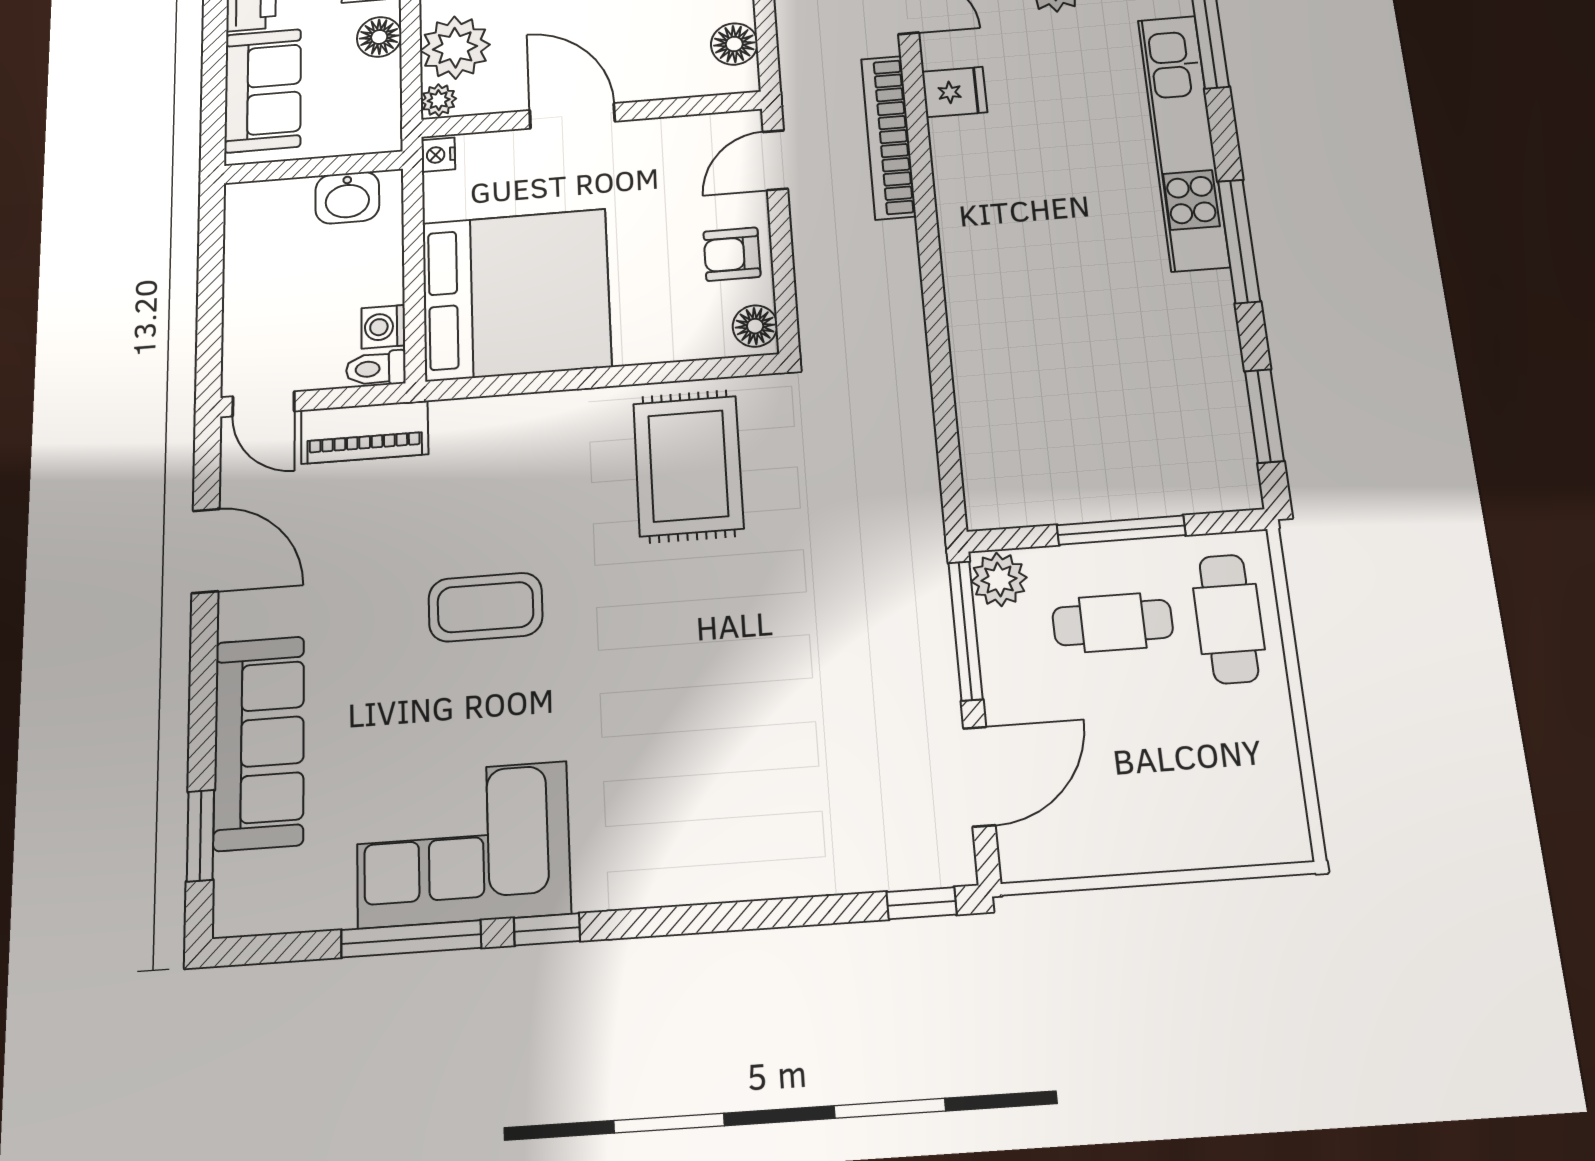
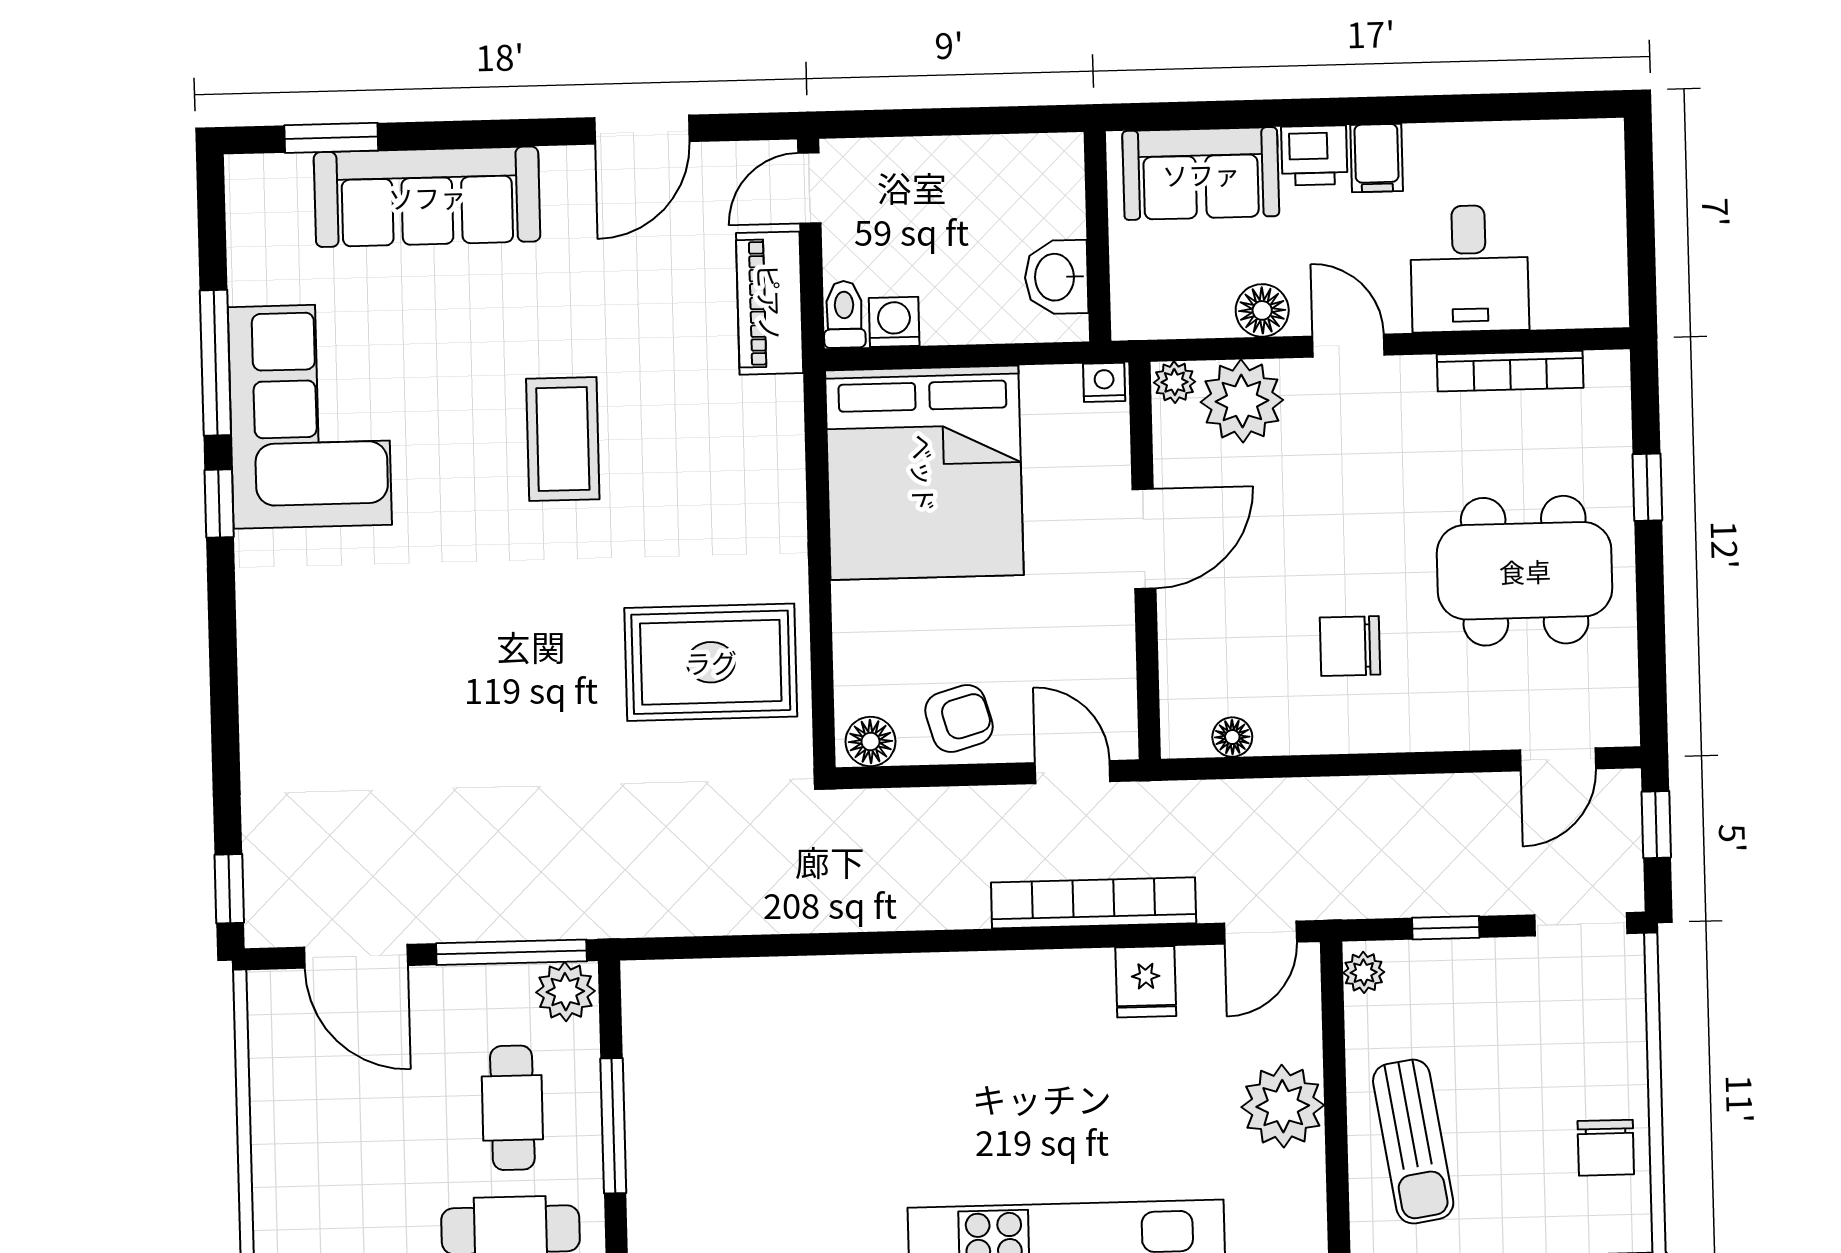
floor lamp: (734, 44) -> (1232, 737), width x0.73, depth x0.73
armchair: (732, 254) -> (959, 718), turned 74

